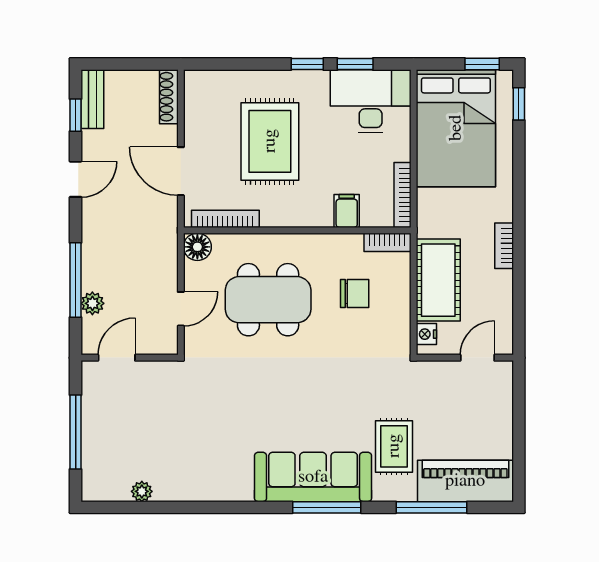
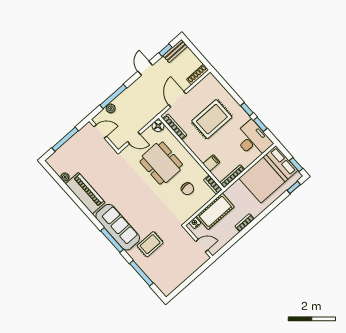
door: (76, 179) -> (145, 68), swing flipped
piano: (465, 481) -> (85, 193), moved

